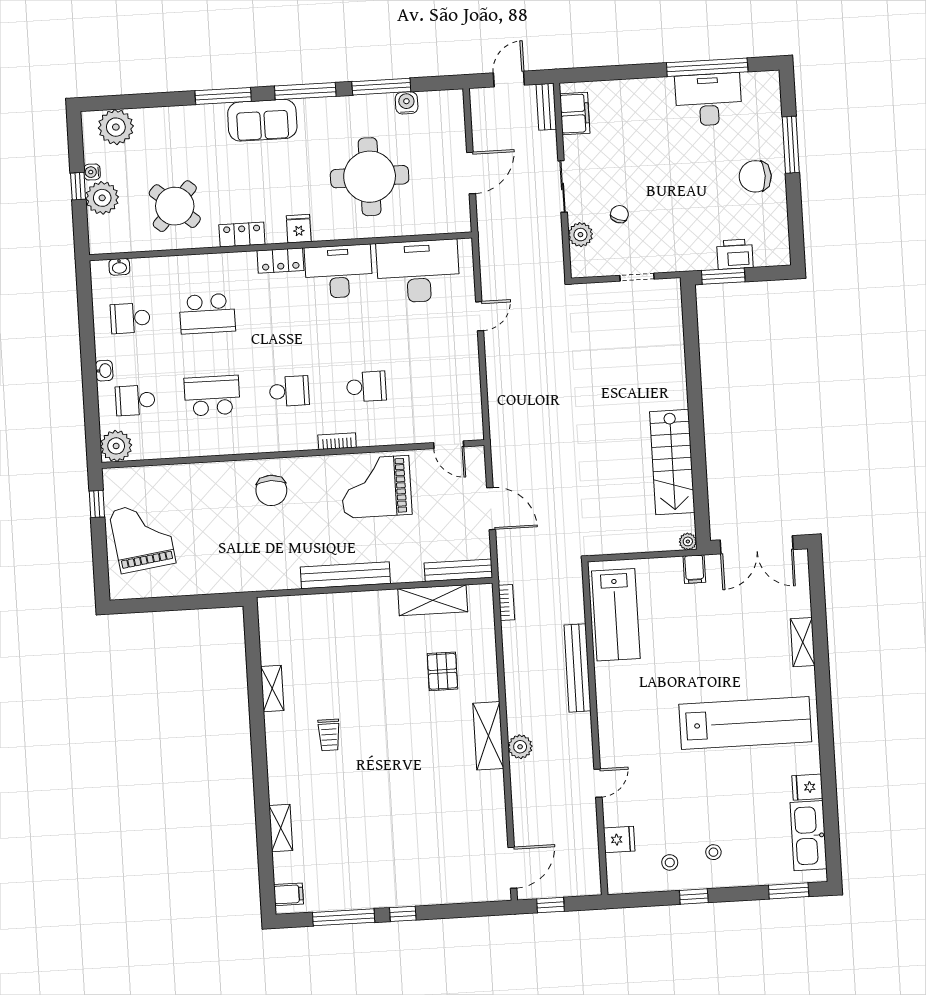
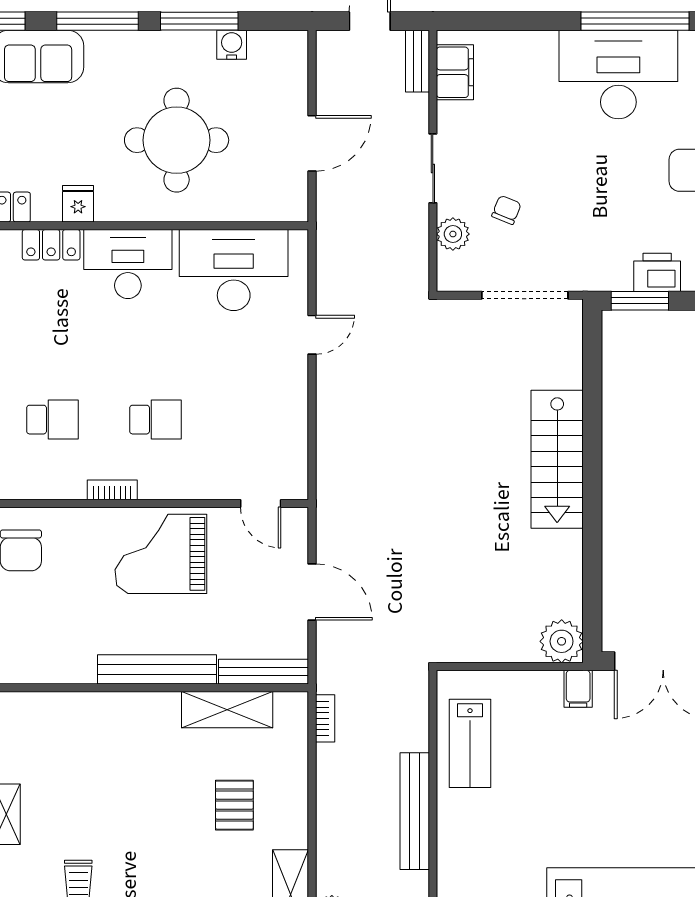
desk: (708, 100) -> (618, 75), width x1.36, depth x1.30
doorway: (637, 277) -> (525, 295), width x1.87
stairs: (672, 462) -> (557, 459), moved
plant: (688, 541) -> (562, 641), width x1.87, depth x1.87
bench: (345, 575) -> (157, 669), moved
lab bench: (616, 615) -> (470, 743), width x0.73, depth x0.72

